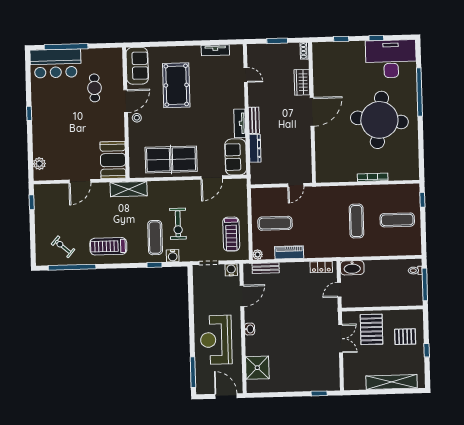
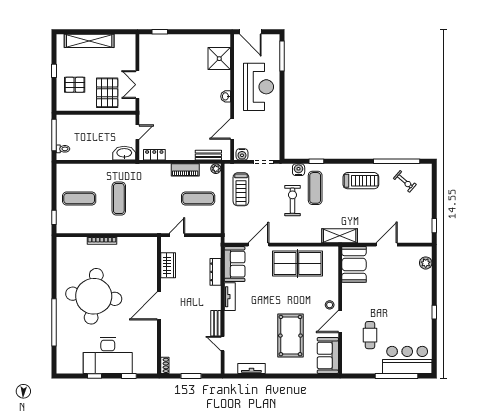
desk: (391, 59) -> (108, 355), moved
wardrobe: (302, 82) -> (168, 265), moved
bench: (254, 120) -> (216, 323), moved
treadmill: (231, 234) -> (241, 189), turned 180

